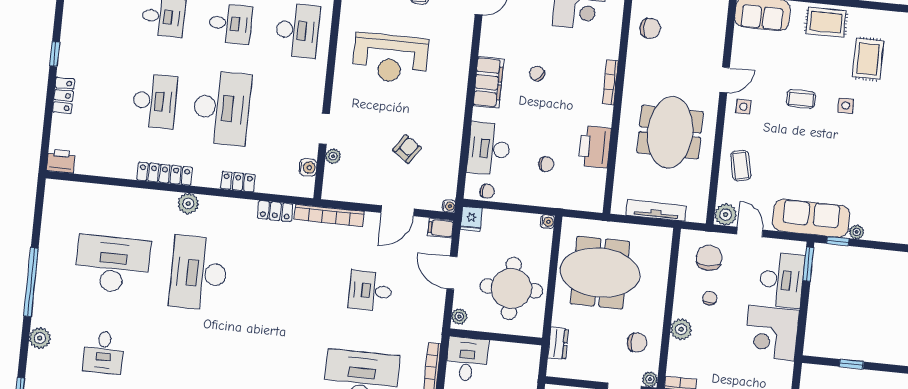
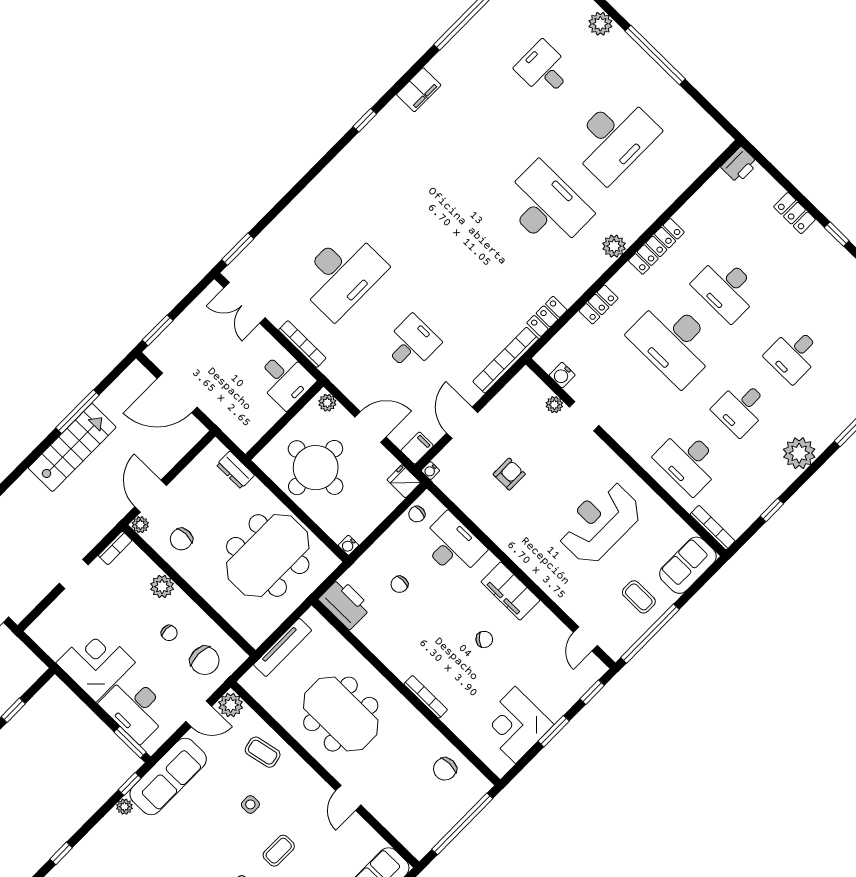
side table: (743, 107) -> (250, 804), moved
printer: (595, 147) -> (345, 604), moved
armchair: (407, 149) -> (509, 474), turned -125

